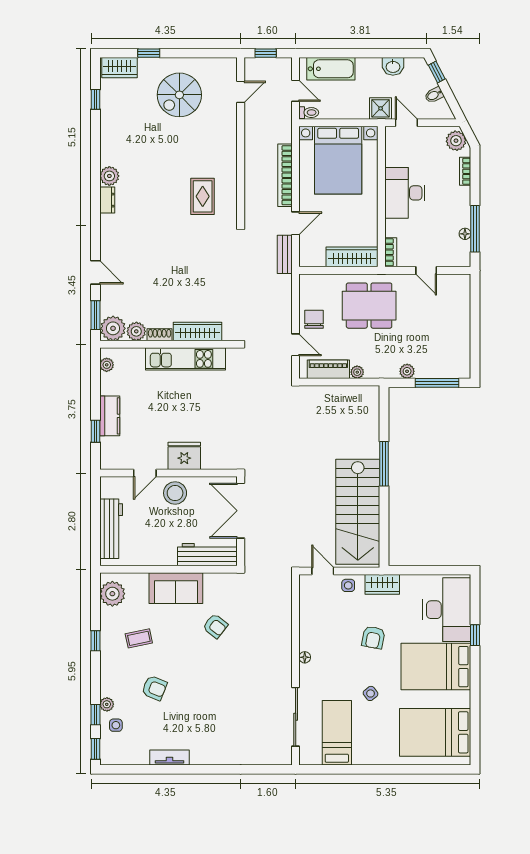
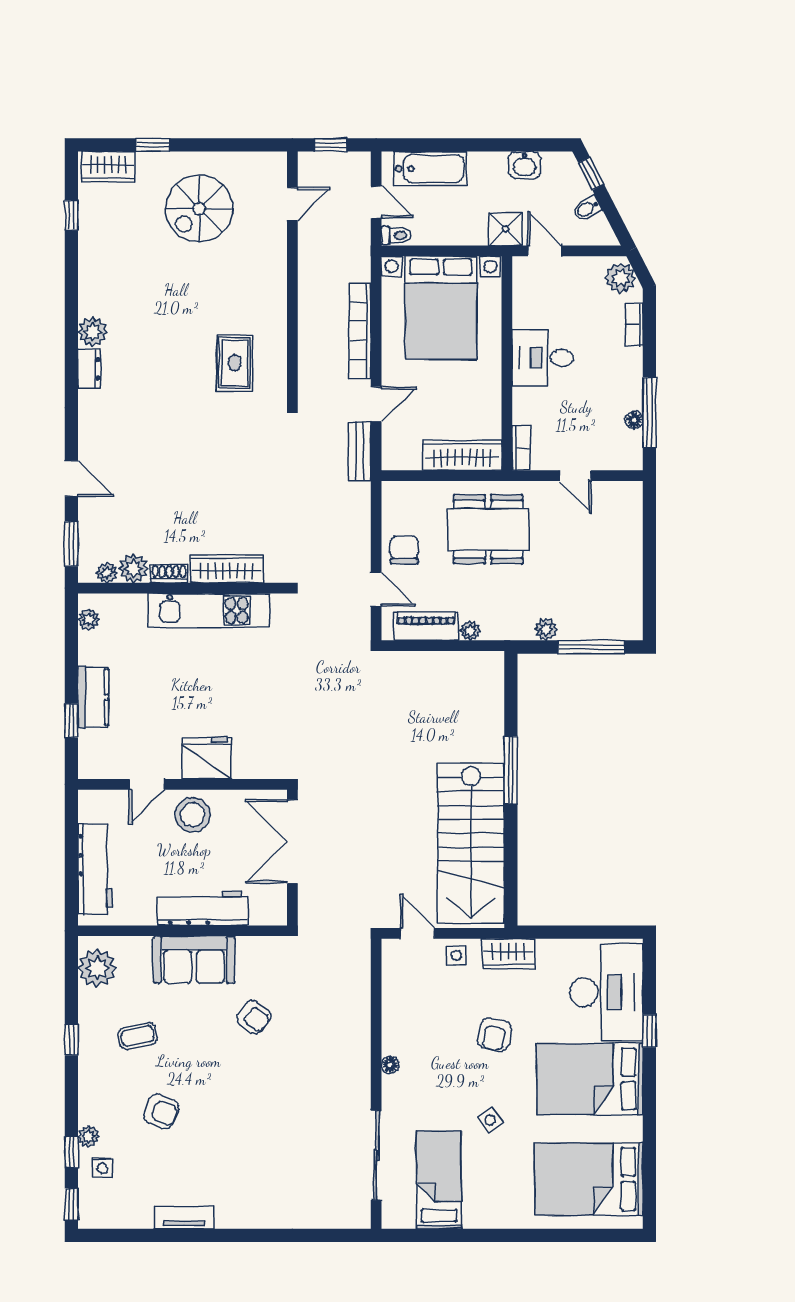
desk: (405, 193) -> (543, 358), width x0.73
plant: (113, 328) -> (107, 573), width x0.53, depth x0.53
workbench: (207, 555) -> (203, 908), moved

